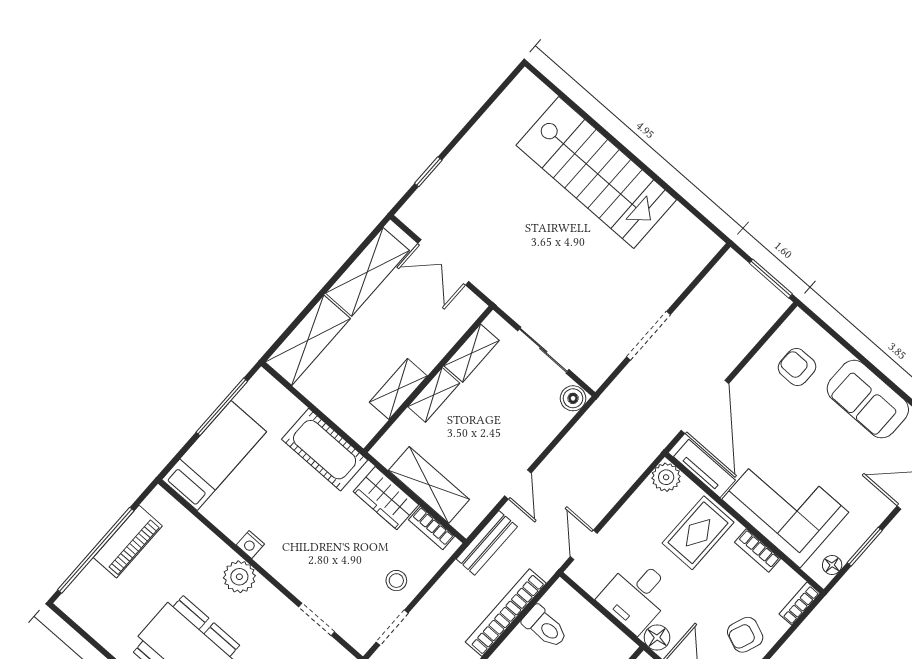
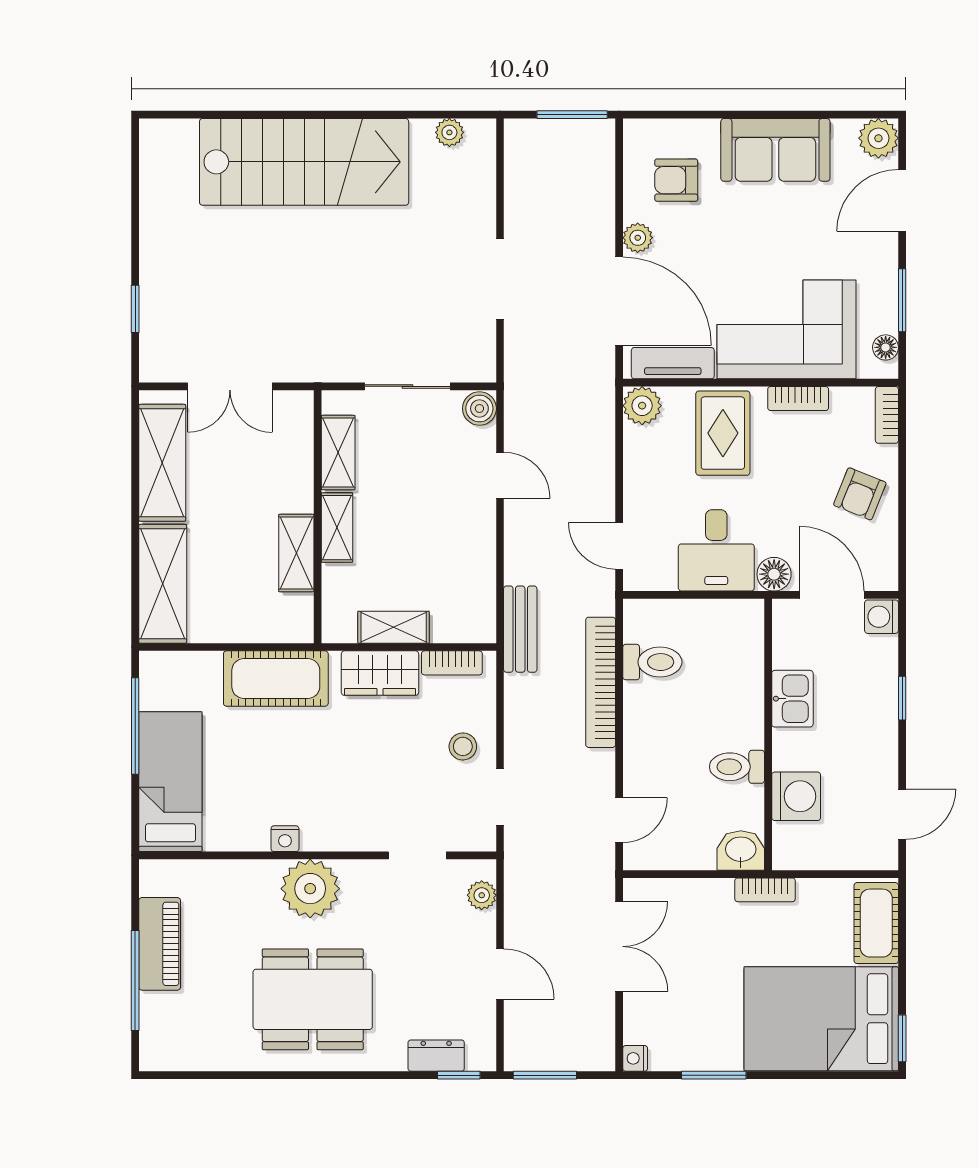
plant: (693, 228) -> (449, 132), added
plant: (747, 380) -> (638, 238), added
door: (518, 484) -> (500, 475), moved
shelving: (429, 485) -> (394, 627), width x0.67, depth x0.75
window: (96, 550) -> (135, 981), width x0.68
plant: (239, 577) -> (310, 889), width x1.36, depth x1.36

